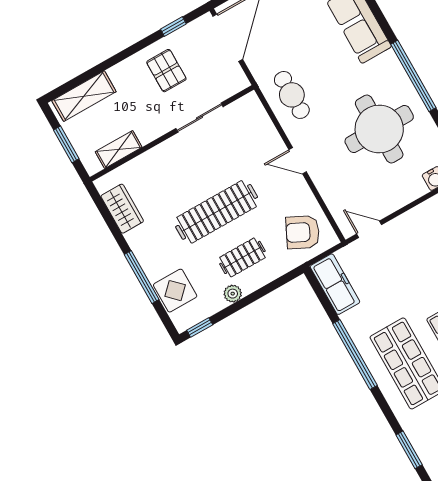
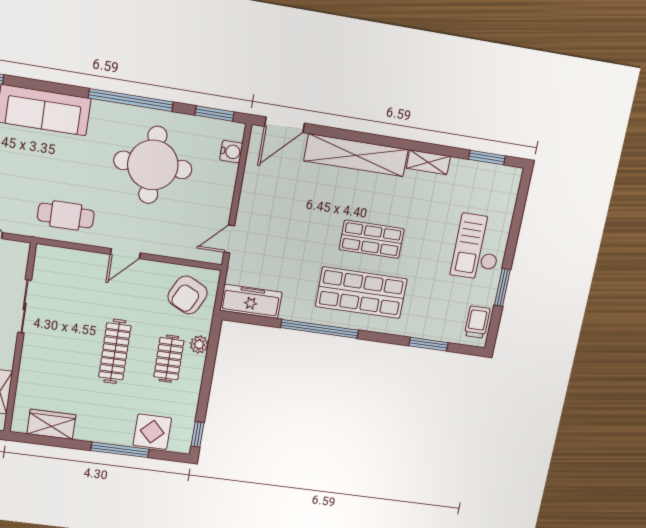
clothes rail: (217, 212) -> (115, 351), width x0.73, depth x0.76
plant: (233, 294) -> (199, 344), moved

